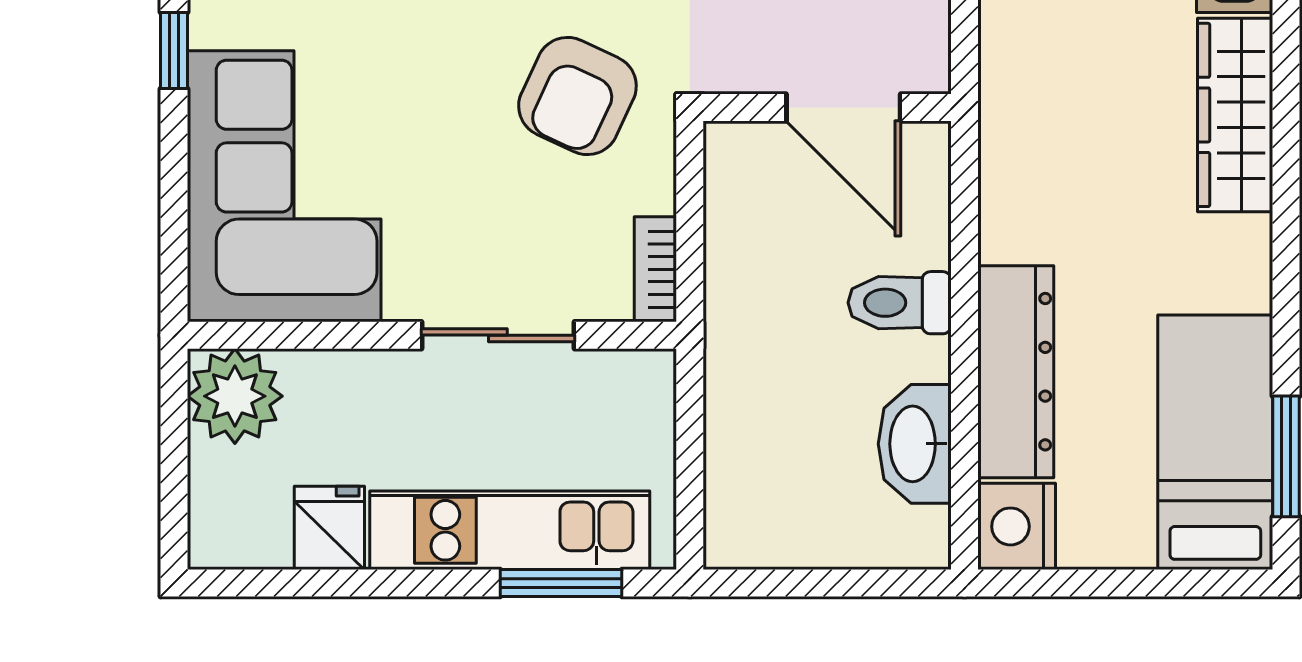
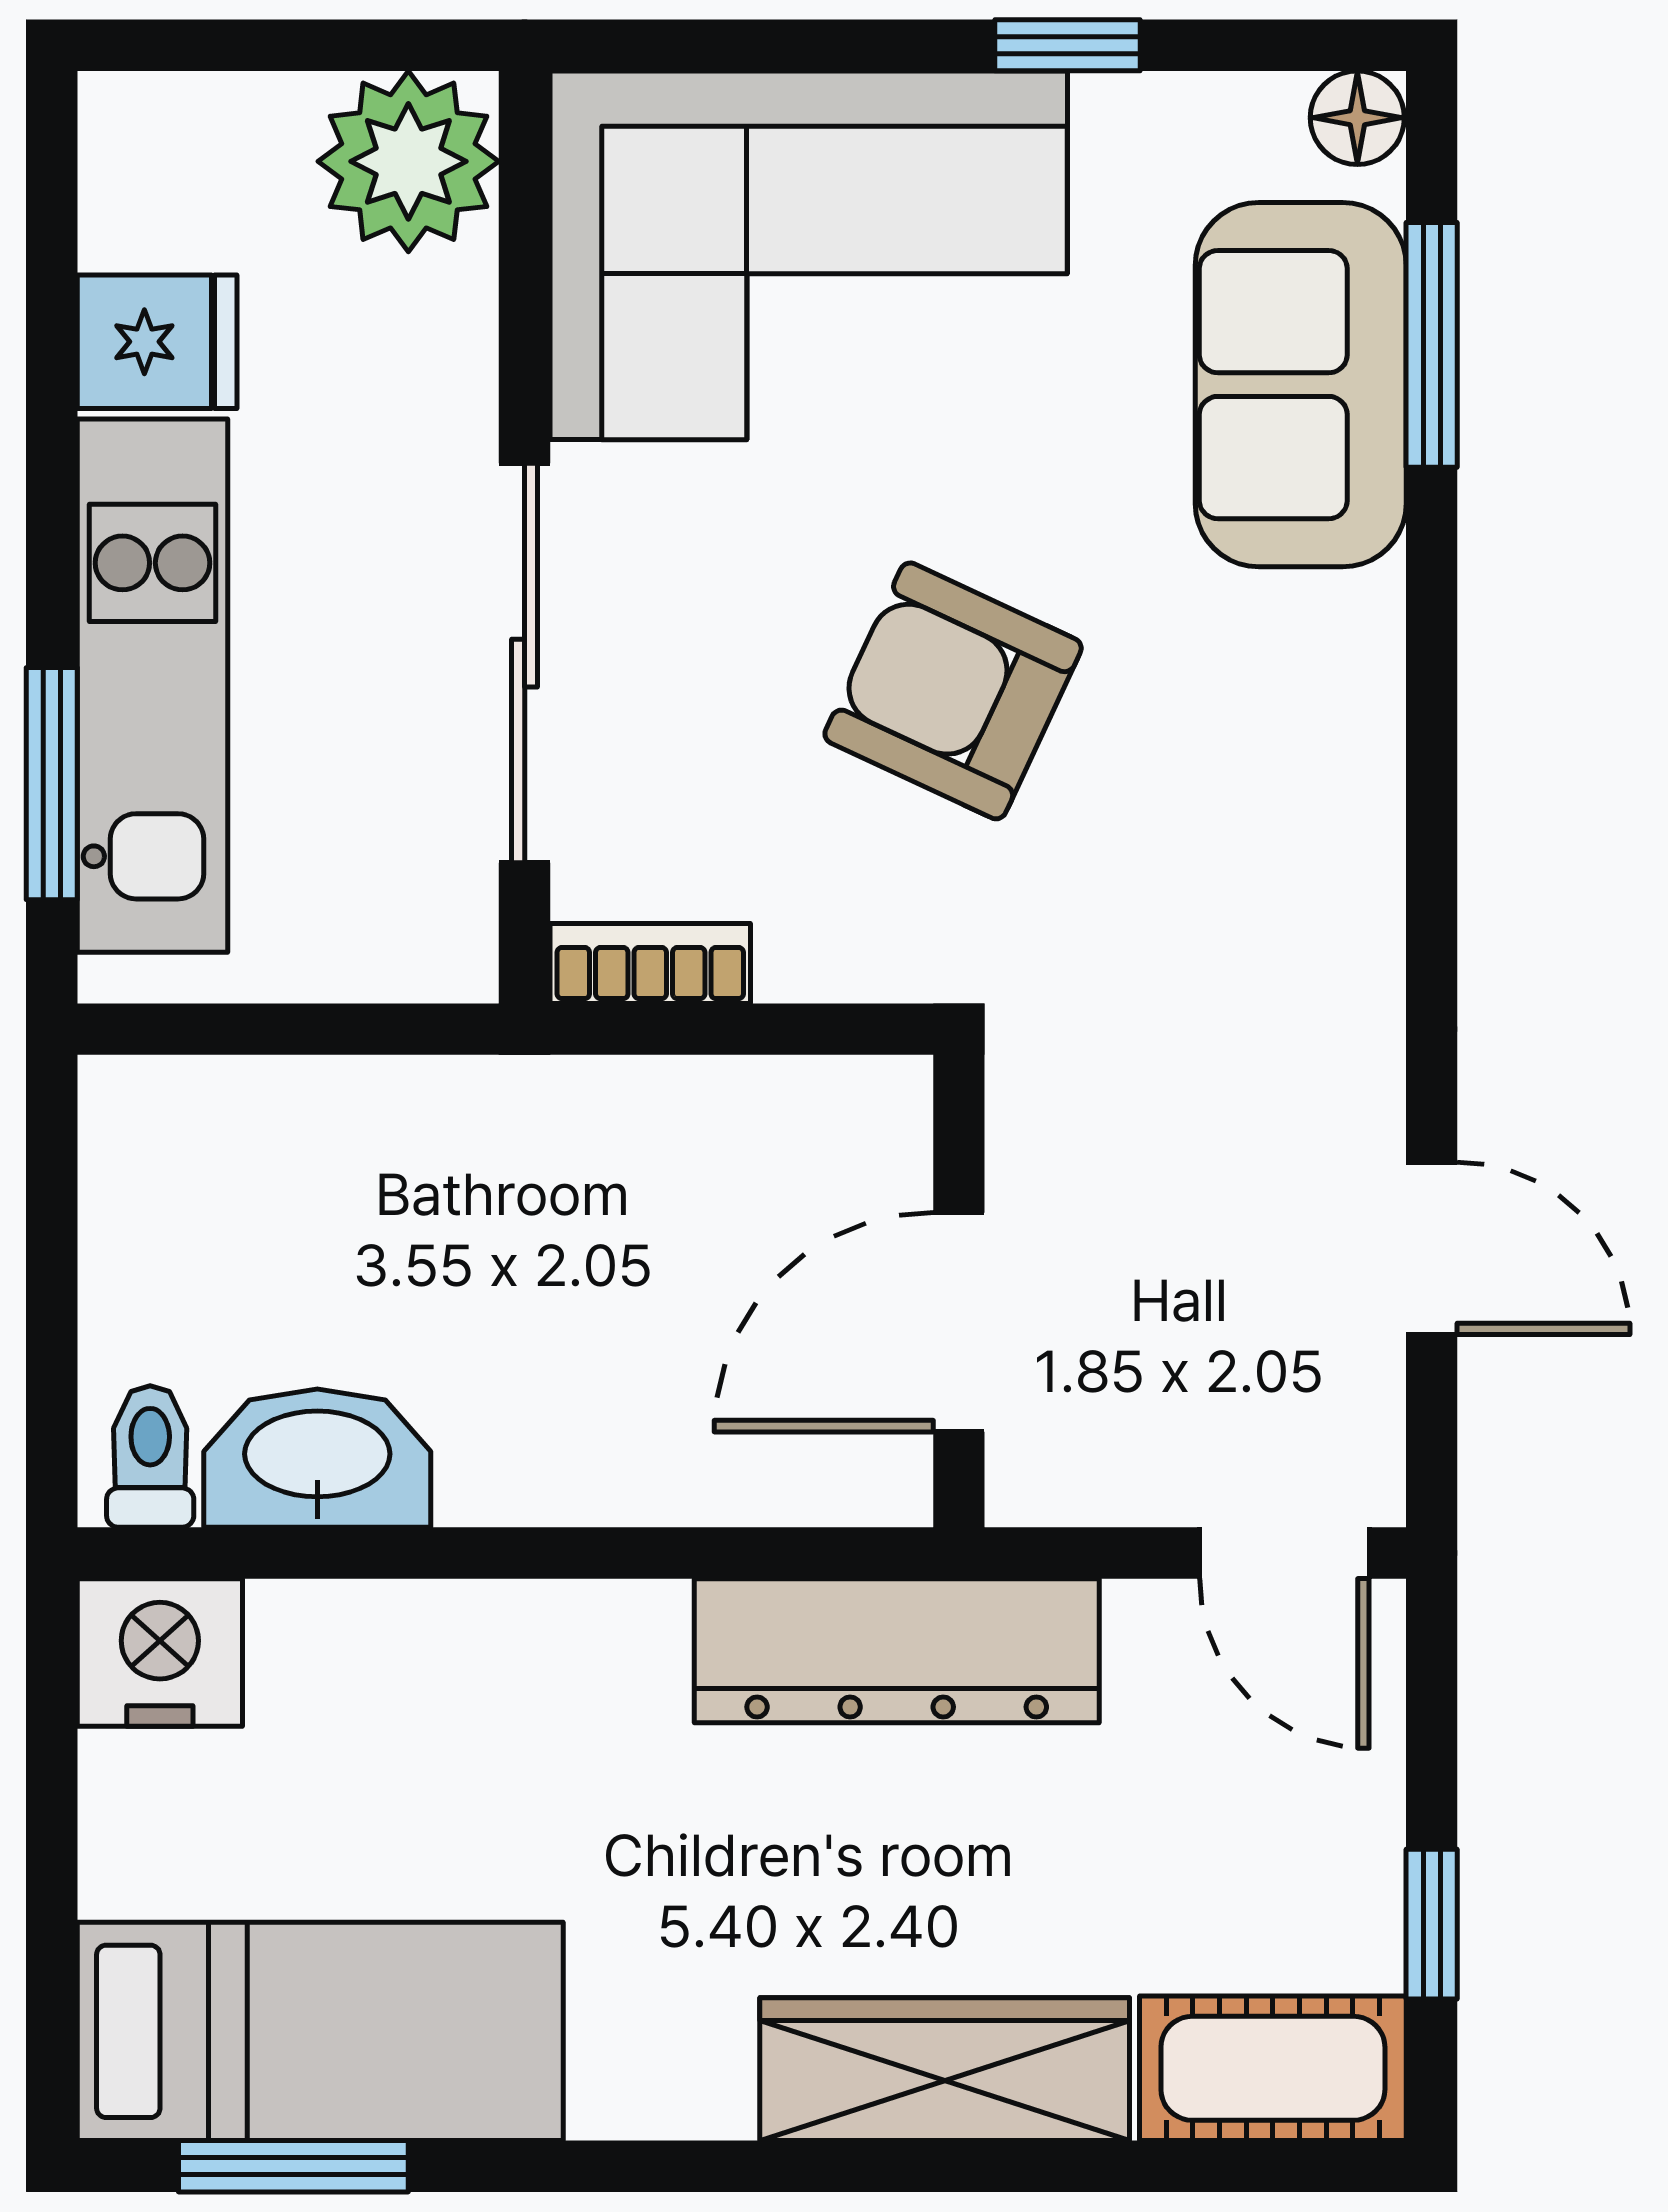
armchair: (577, 96) -> (953, 691), moved
toilet: (900, 303) -> (150, 1457), moved, width x0.73, depth x0.72
sliding door: (498, 335) -> (525, 663), width x1.37
dresser: (1016, 372) -> (897, 1651), moved

